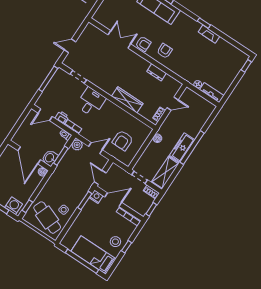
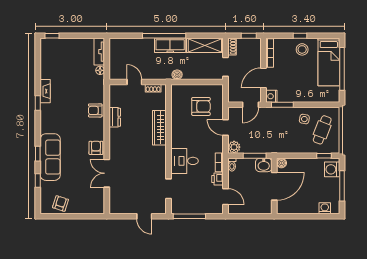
armchair: (165, 51) -> (95, 110), moved
door: (113, 200) -> (264, 78), hinge flipped
cafe table: (47, 218) -> (322, 130), width x0.73, depth x0.74

